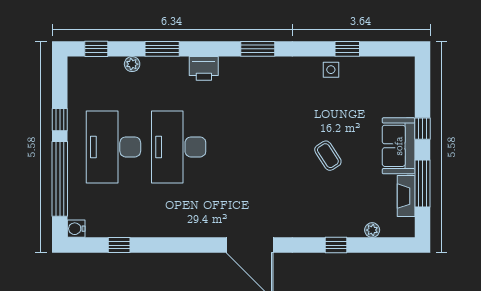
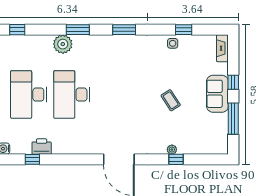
window: (162, 49) -> (78, 30), moved
plant: (132, 64) -> (63, 44), moved, width x1.88, depth x1.88
printer: (204, 68) -> (42, 147), moved, turned 180
fireplace: (406, 196) -> (222, 48), moved
plant: (372, 230) -> (172, 150), moved

